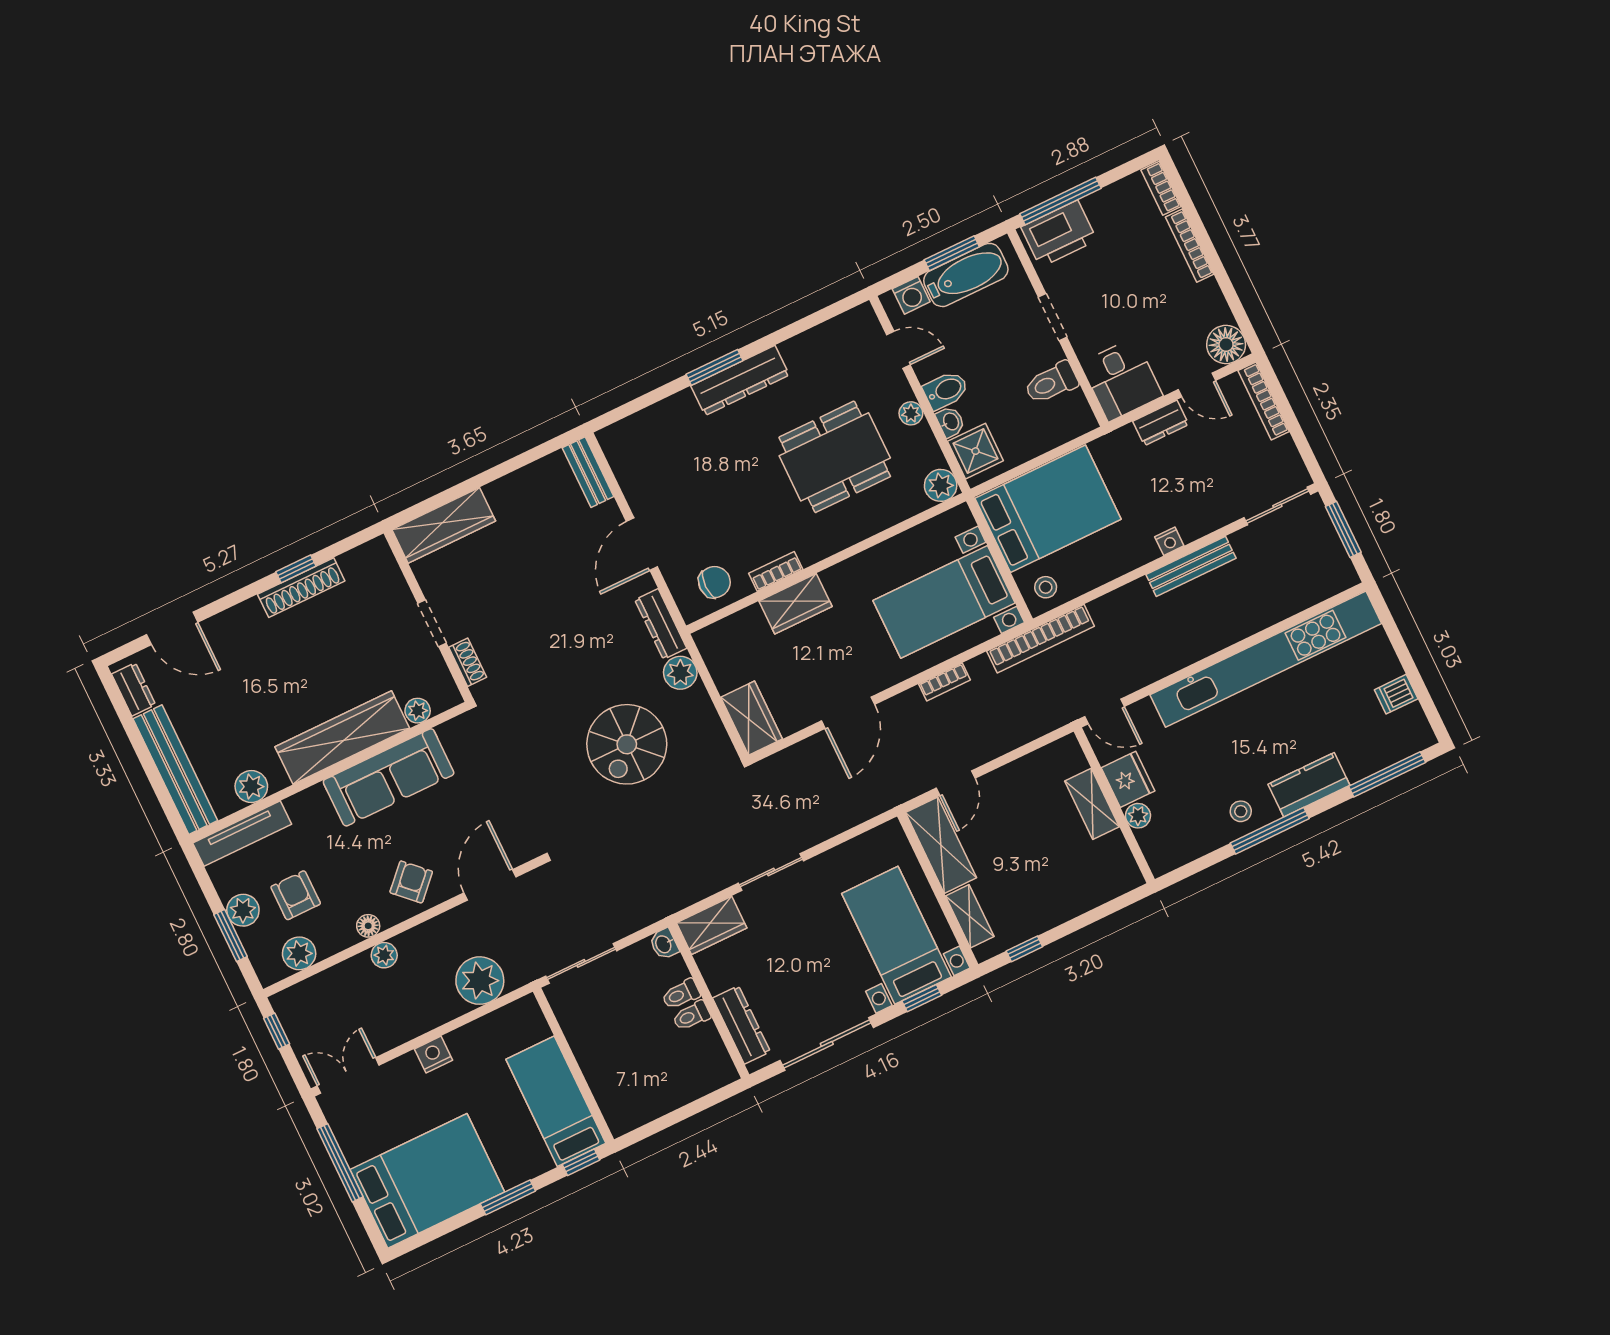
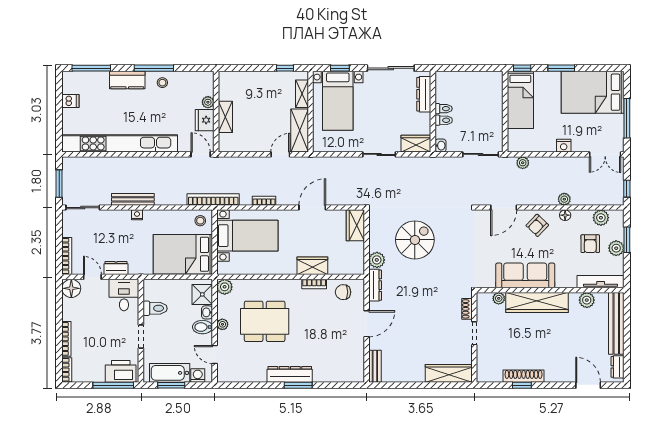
plant: (480, 981) -> (523, 163), width x0.53, depth x0.53

